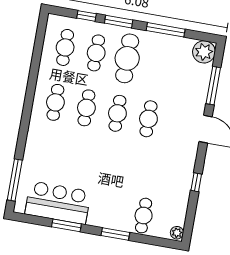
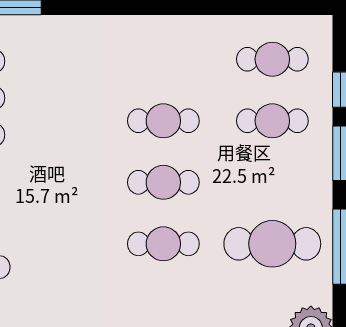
cafe table: (127, 58) -> (272, 244), moved
cafe table: (55, 102) -> (163, 59), removed

